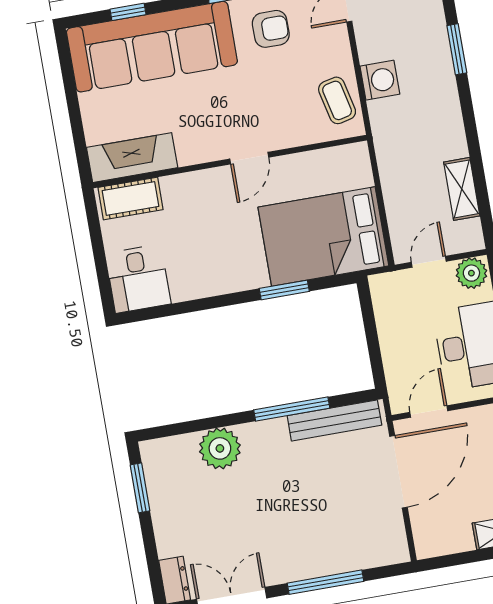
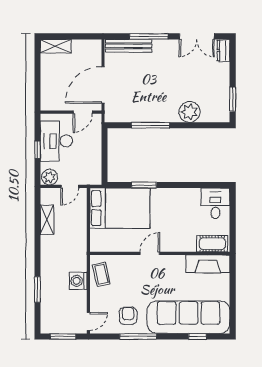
armchair: (271, 29) -> (128, 316), turned 90
bench: (334, 420) -> (129, 46), moved

